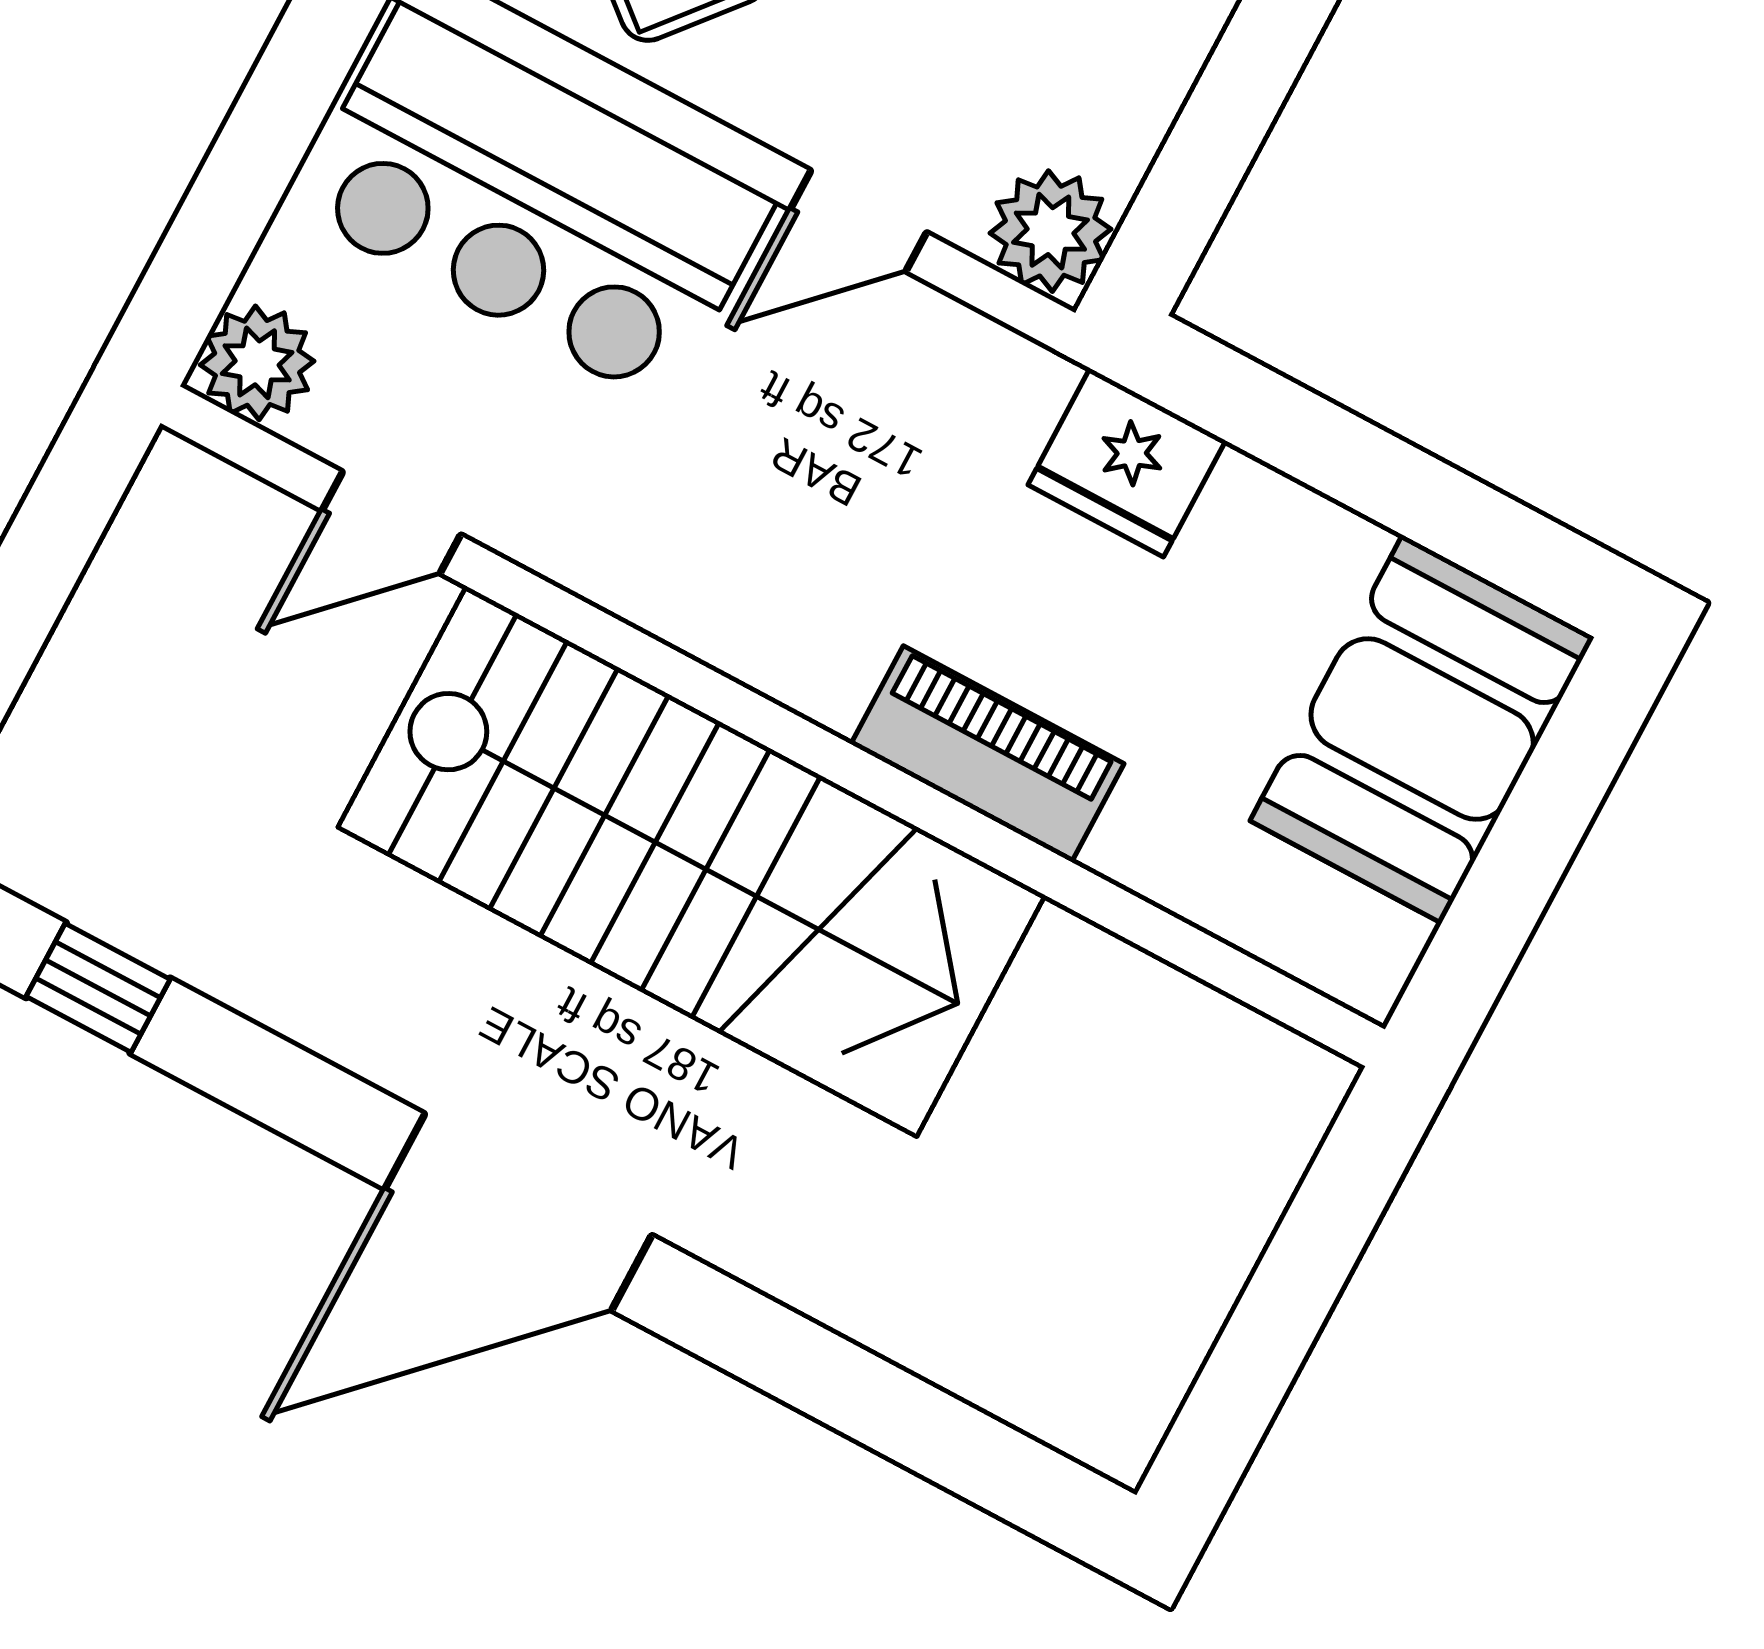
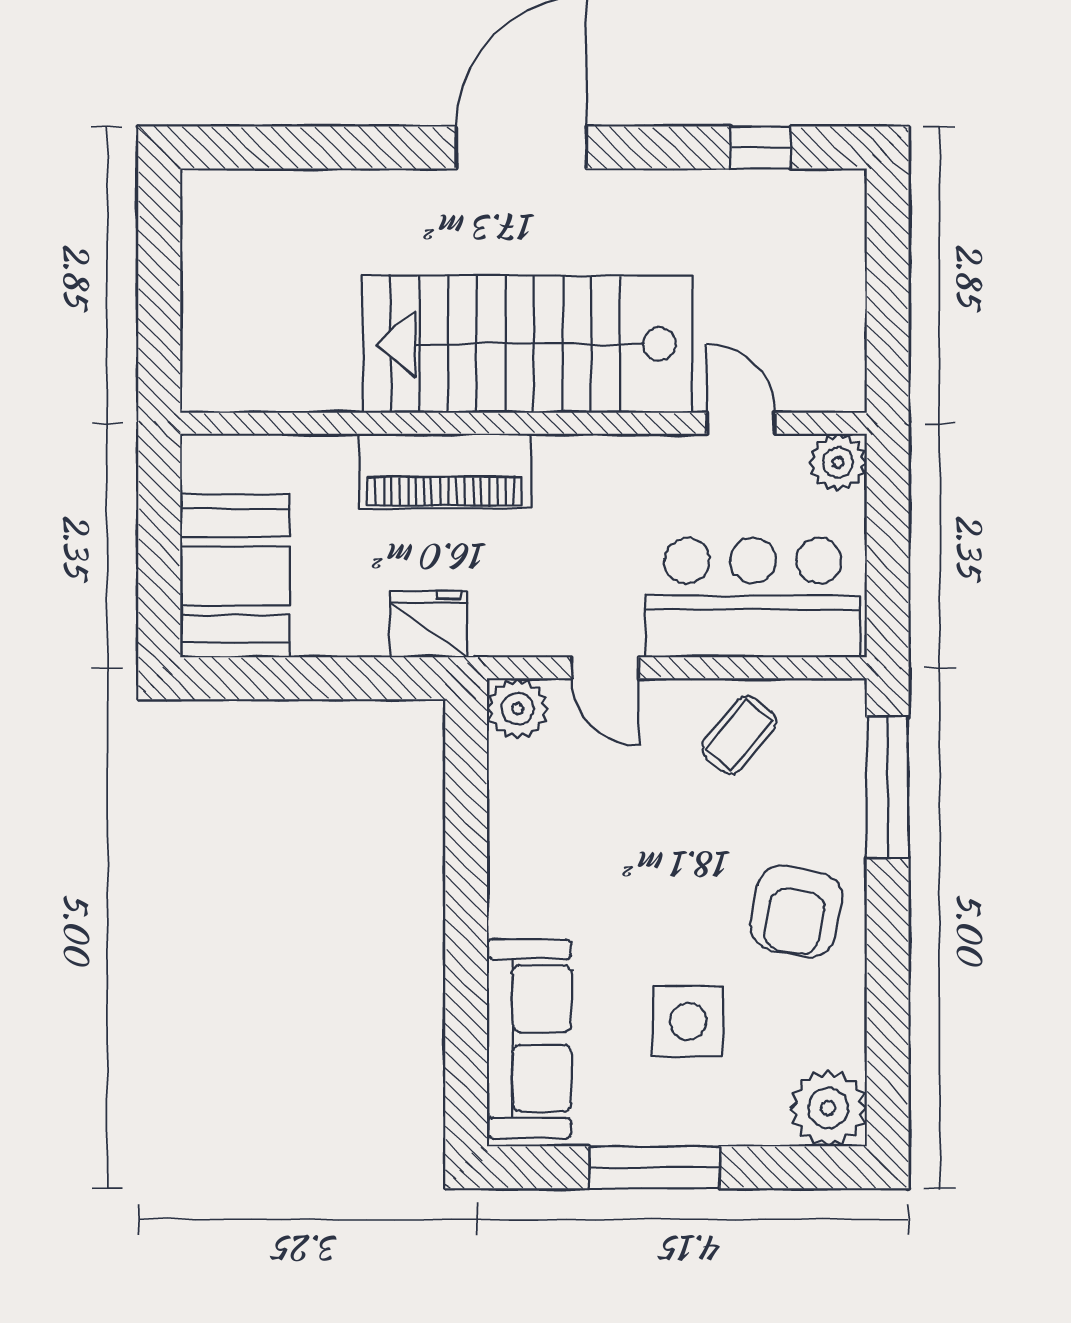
door: (858, 221) -> (605, 668), swing flipped
door: (391, 523) -> (741, 423), hinge flipped
piano: (987, 754) -> (445, 471), width x1.37, depth x1.33

